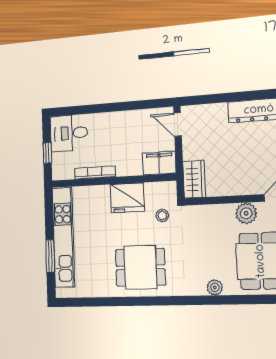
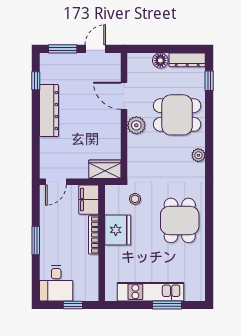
window: (113, 107) -> (36, 241), added
bookcase: (95, 173) -> (94, 235), moved
kitchen unit: (63, 237) -> (151, 292), width x0.73

